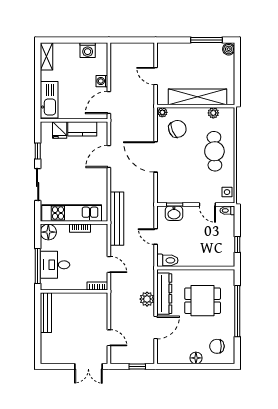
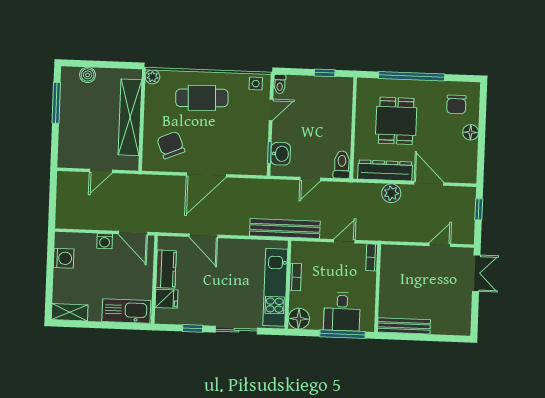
boiler: (229, 49) -> (88, 75), moved
plant: (162, 112) -> (148, 164), removed
plant: (213, 113) -> (152, 77), moved

